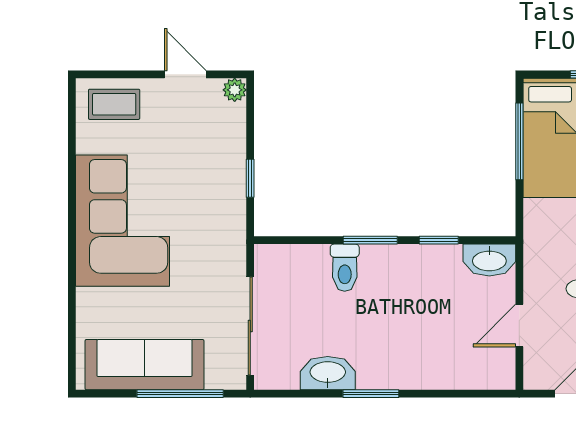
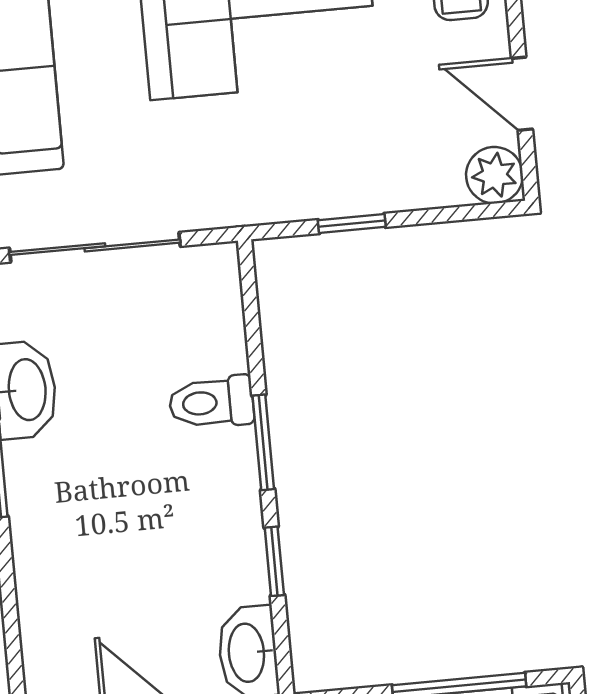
door: (185, 74) -> (522, 94), swing flipped
plant: (235, 90) -> (494, 175), width x1.38, depth x1.38

